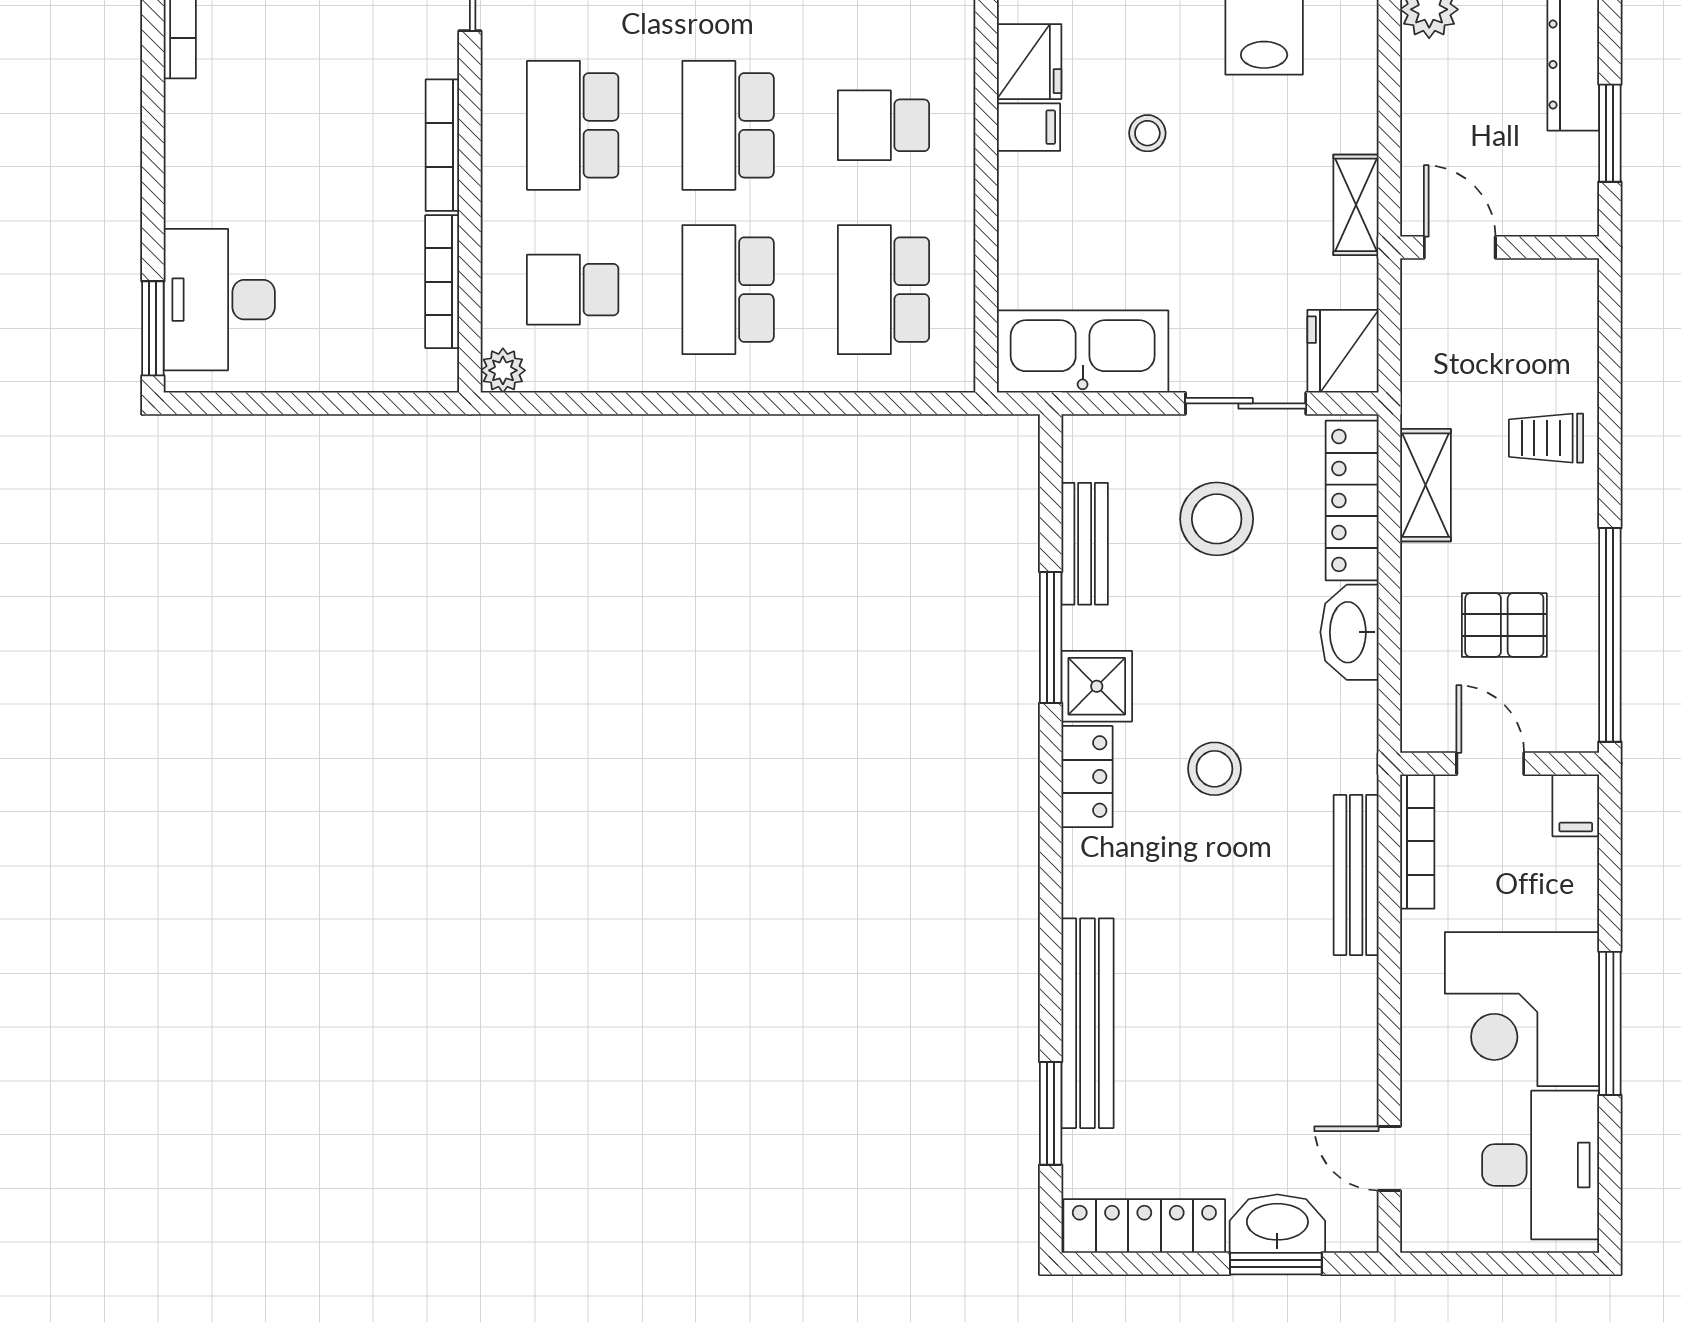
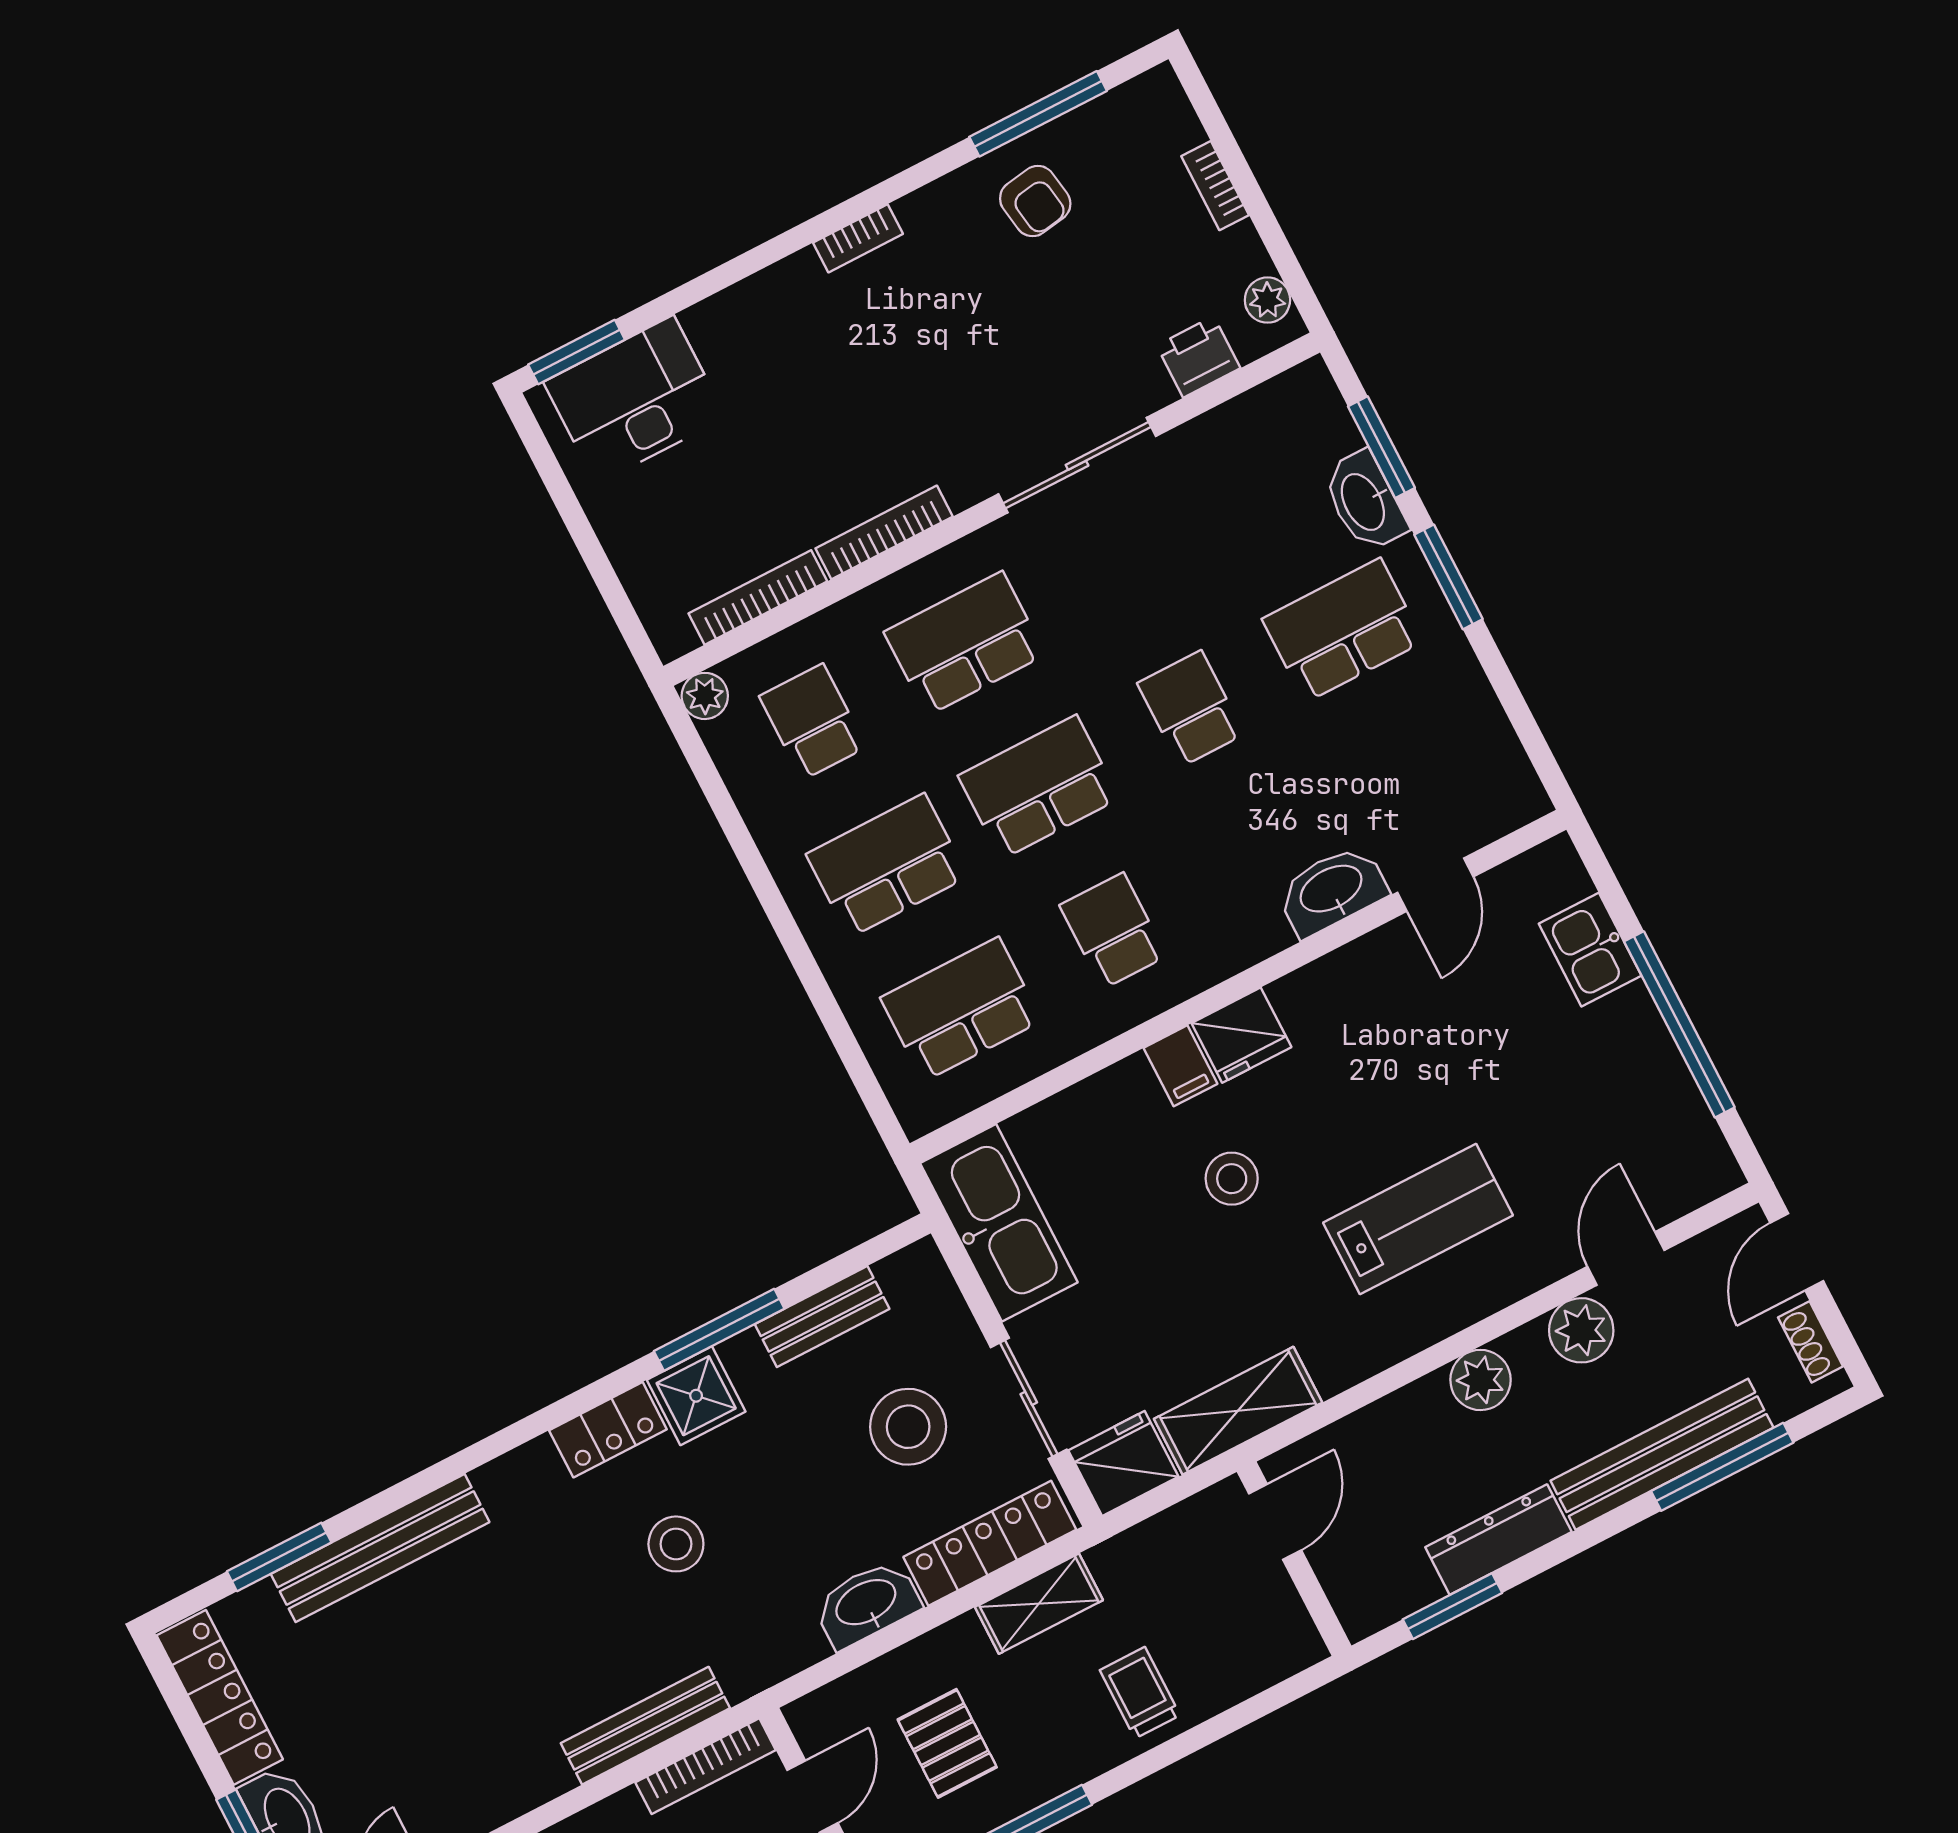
stool: (1147, 133) -> (1232, 1179), width x1.37, depth x1.37
shelving: (1356, 205) -> (1238, 1411), width x1.50, depth x1.33

